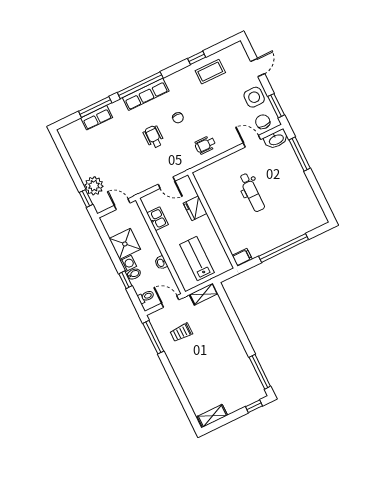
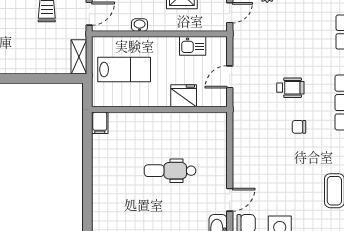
wheelchair: (205, 145) -> (252, 143), removed
window: (284, 248) -> (87, 176), removed

